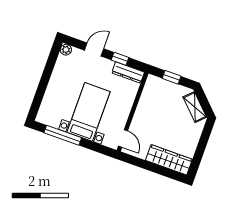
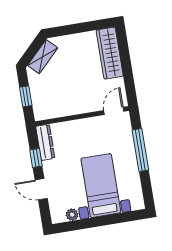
plant: (66, 50) -> (72, 215), moved
bed with nightstands: (89, 112) -> (101, 186), moved, turned 90
window: (63, 135) -> (140, 150), moved

